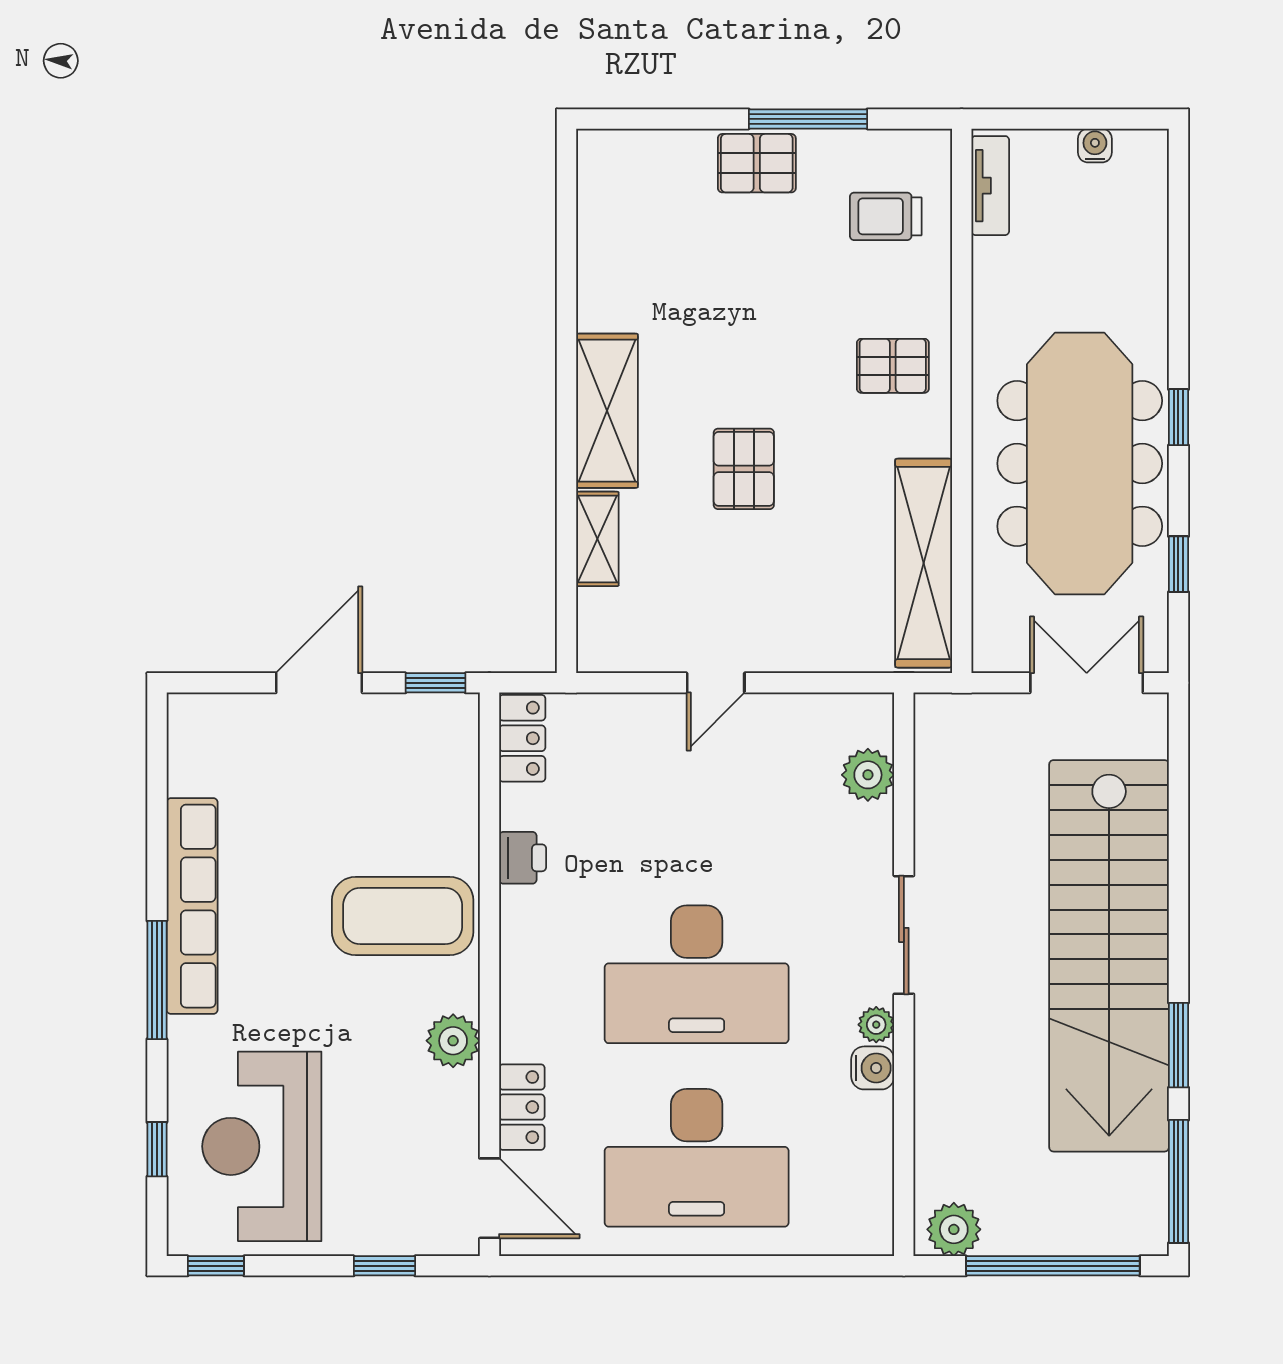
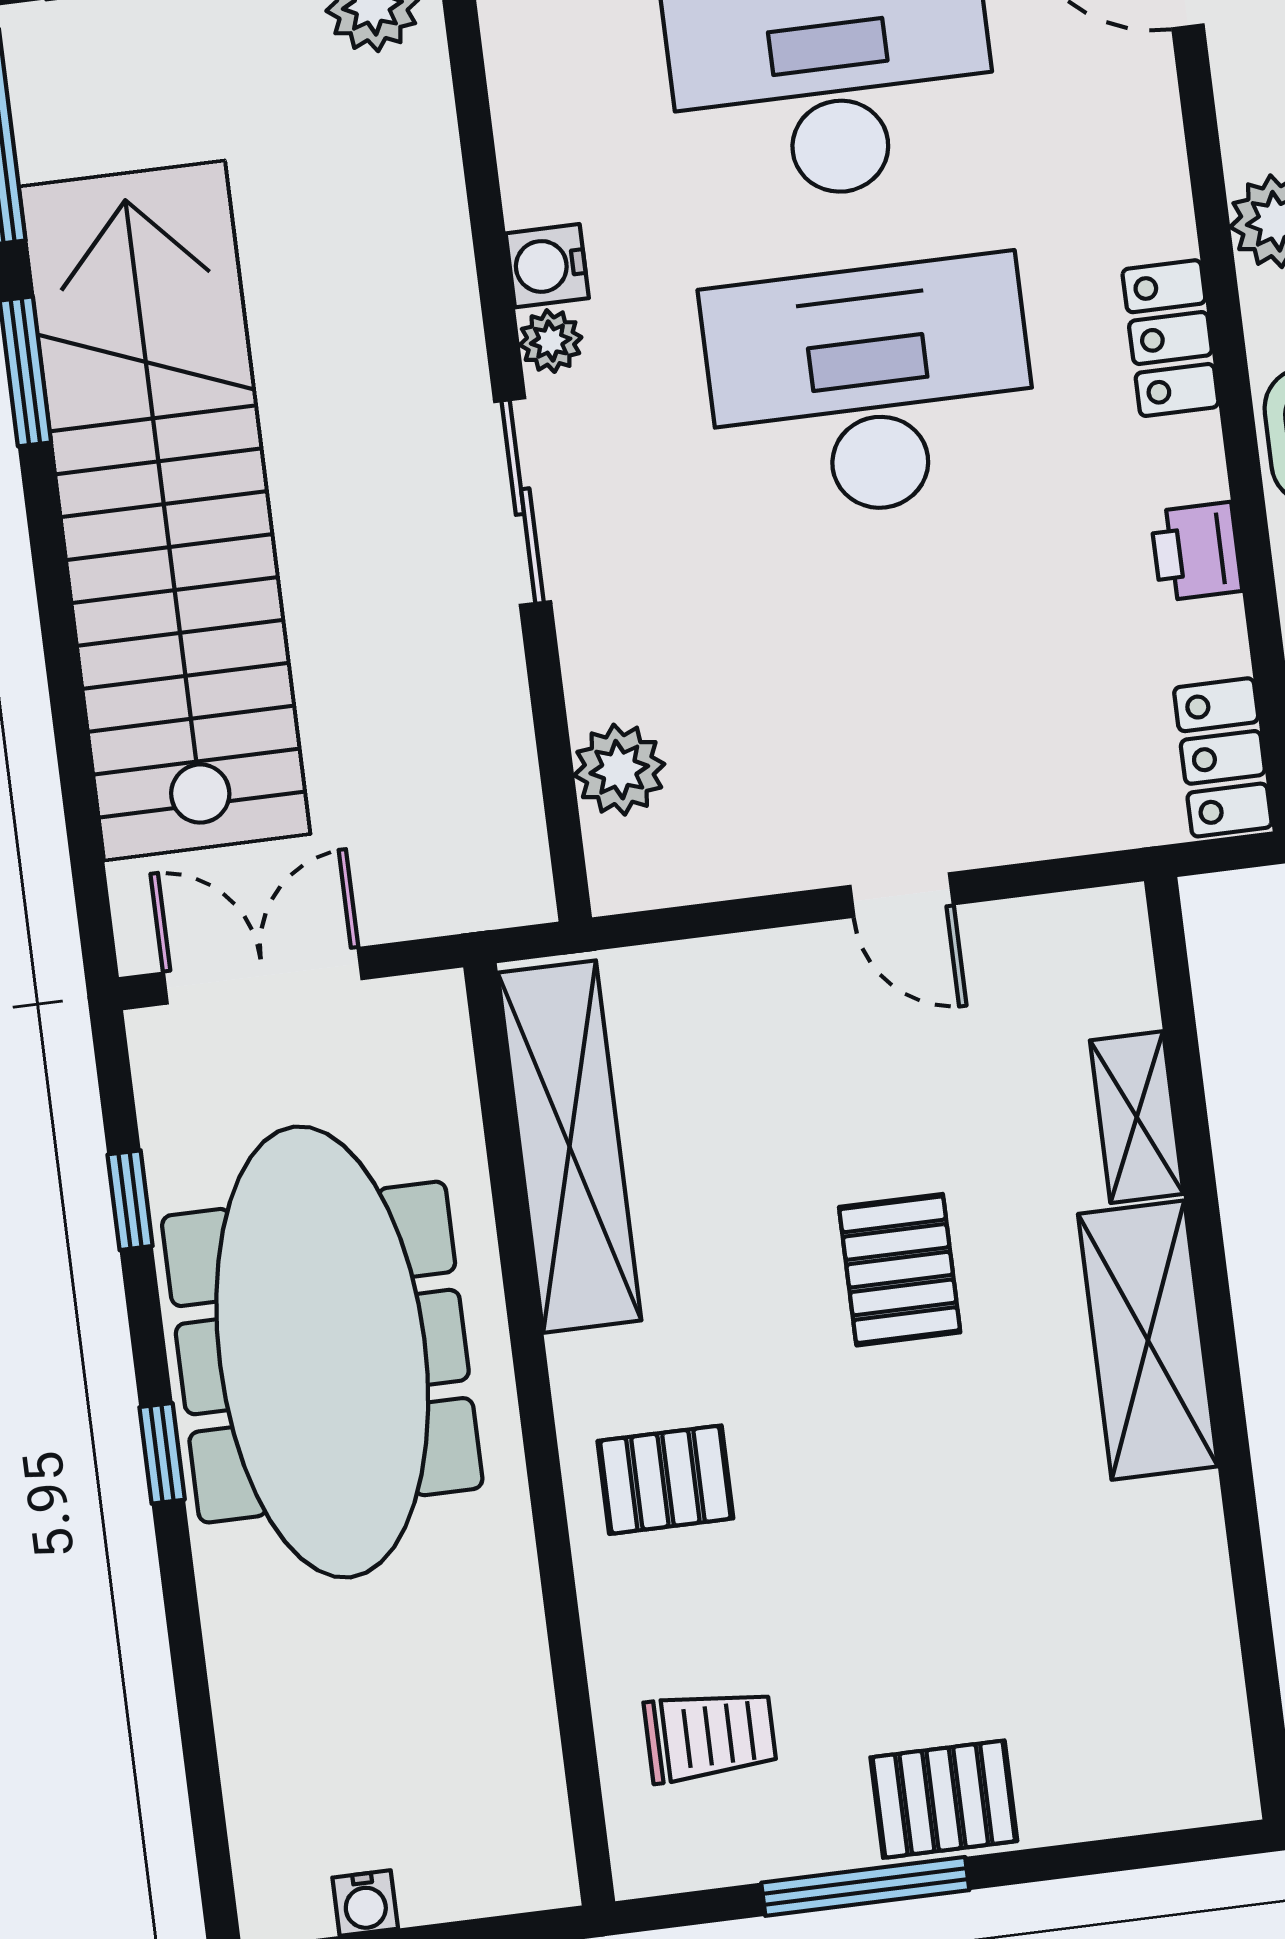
tv unit: (990, 186) -> (537, 1811), removed
door: (716, 683) -> (902, 895), swing flipped
double door: (1087, 683) -> (263, 976), swing flipped
locker: (522, 1107) -> (1170, 338), moved

